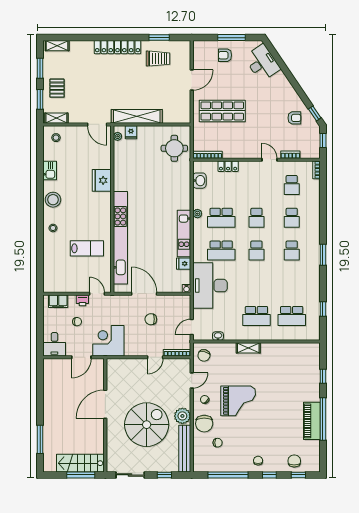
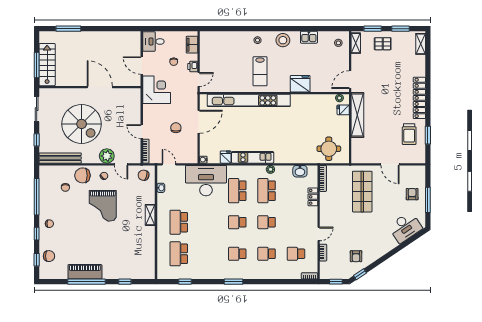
lab bench: (87, 248) -> (260, 71), moved
plant: (182, 416) -> (107, 156), moved

